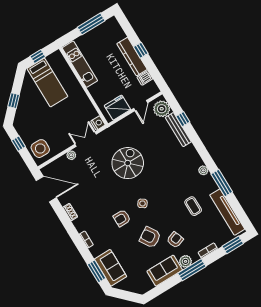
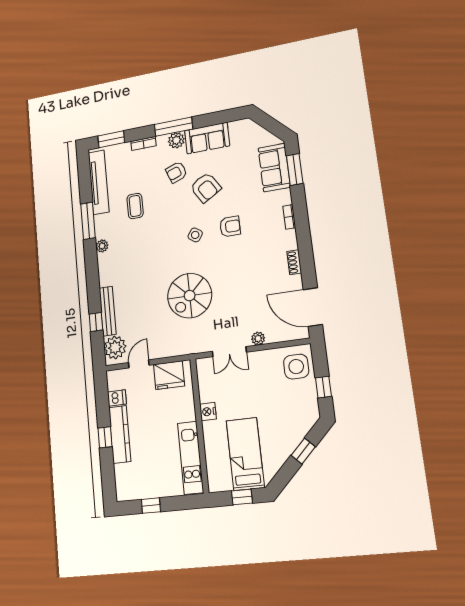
window: (91, 24) -> (151, 505), width x0.46
nightstand: (98, 123) -> (208, 412), moved

